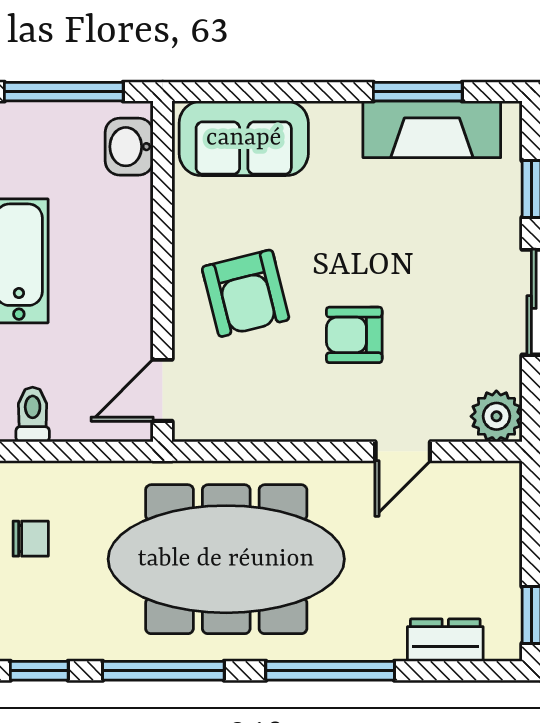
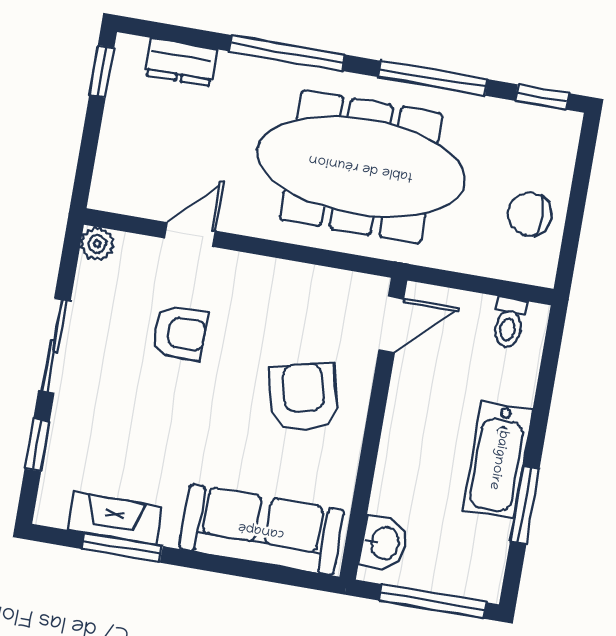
fireplace: (432, 129) -> (114, 519), width x0.73, depth x0.76
sofa: (244, 138) -> (261, 530), width x1.36
armchair: (354, 335) -> (180, 333), moved
plant: (496, 416) -> (97, 244), width x0.73, depth x0.73
chair: (31, 539) -> (529, 214), width x1.37, depth x1.37

